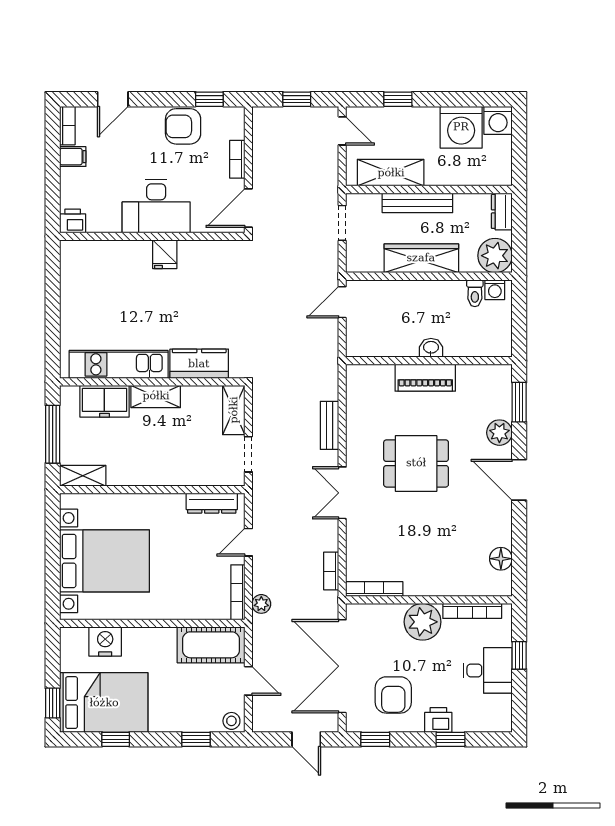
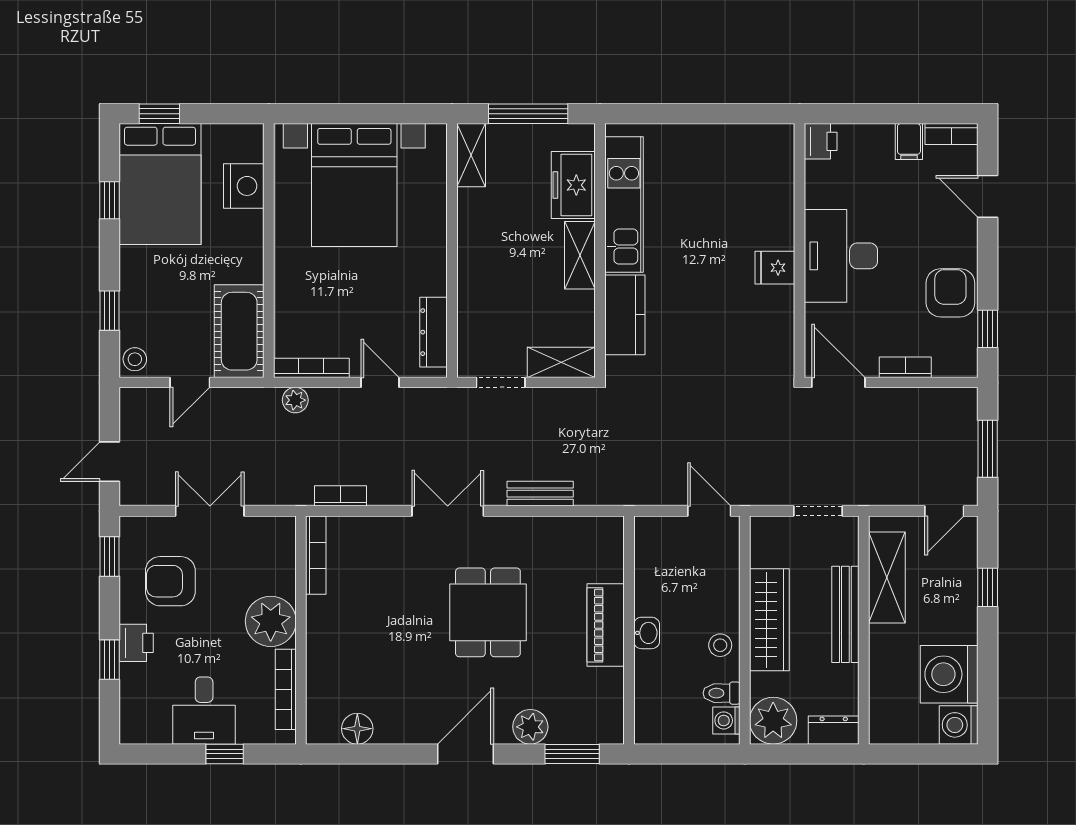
window: (297, 99) -> (988, 449), width x1.50
stool: (440, 294) -> (720, 645), added
double door: (342, 666) -> (210, 511), width x0.54

